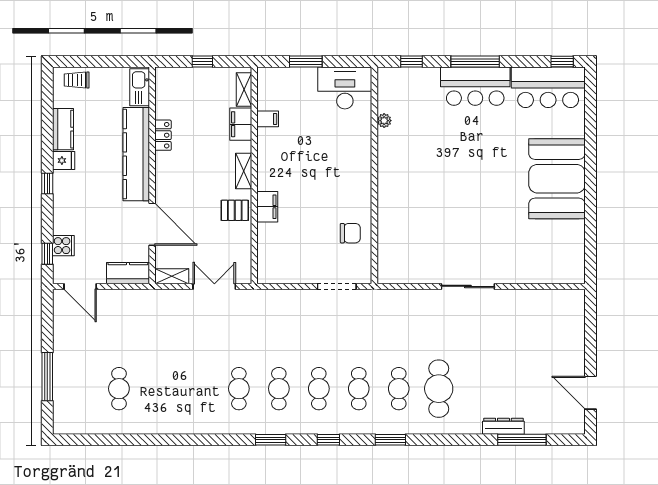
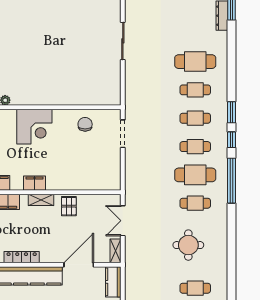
locker: (163, 135) -> (22, 257), width x1.53
corner desk: (347, 162) -> (34, 127), added
filing cabinet: (267, 207) -> (35, 183), moved
round table: (180, 379) -> (188, 245), added
cafe table: (279, 389) -> (195, 175), width x1.37, depth x1.35
window: (271, 440) -> (231, 181), width x2.11
window: (390, 440) -> (231, 112), moved

